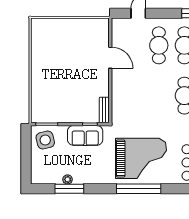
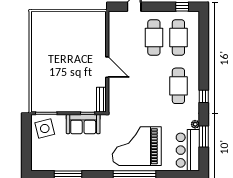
door: (110, 58) -> (107, 67), moved
grand piano: (141, 158) -> (137, 146), turned 180
plant: (68, 179) -> (66, 166), removed

